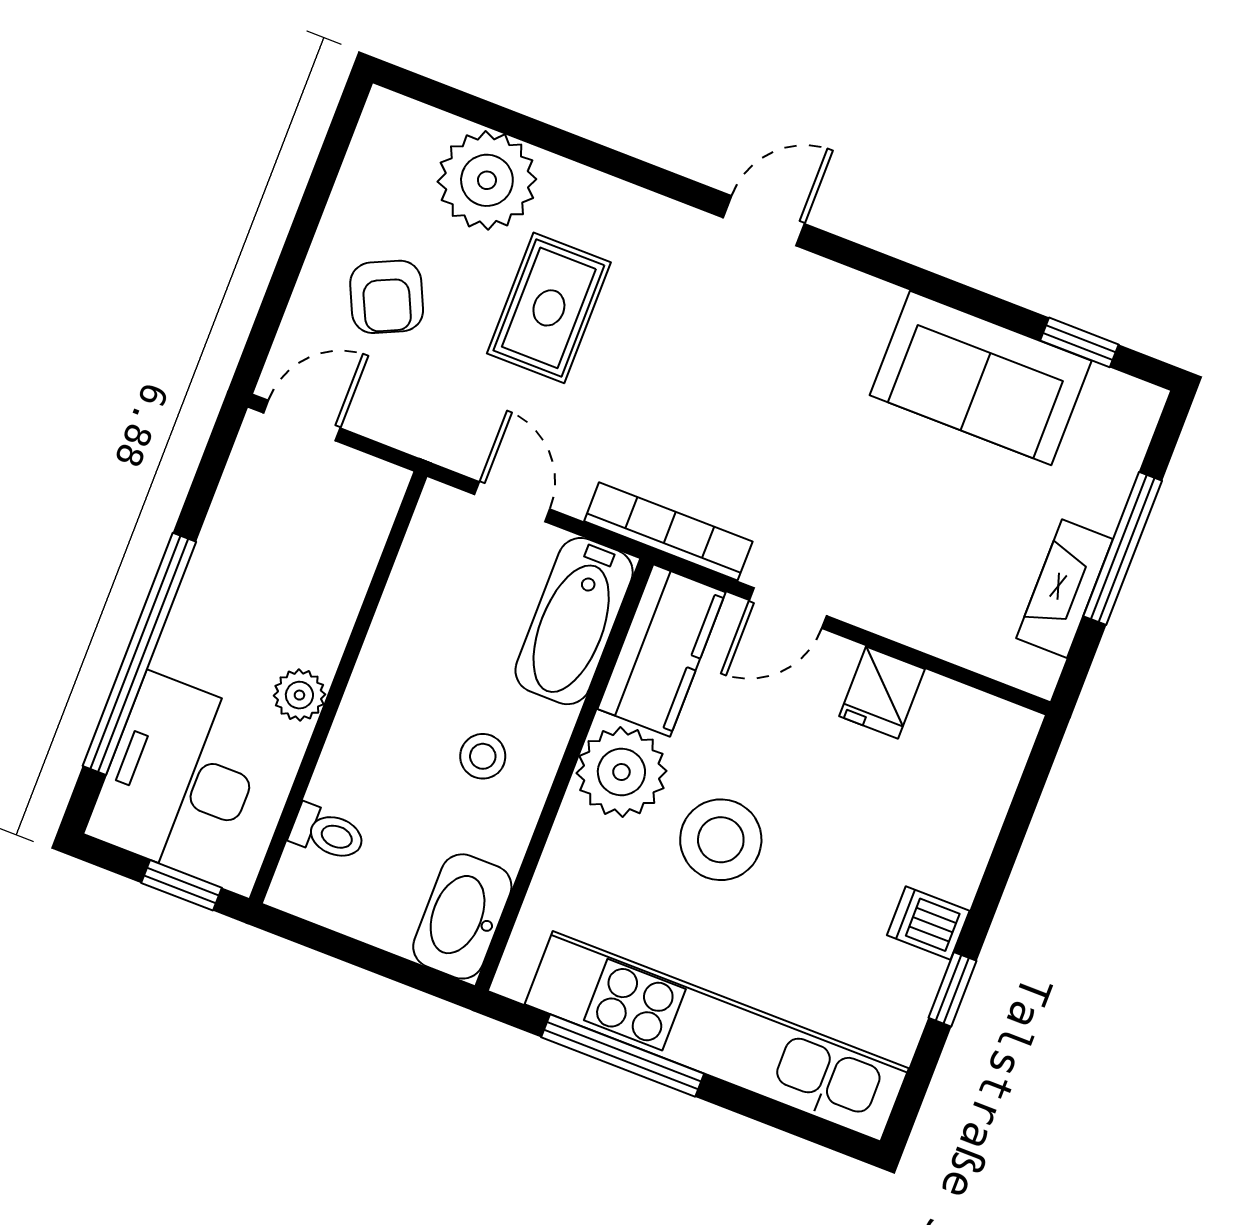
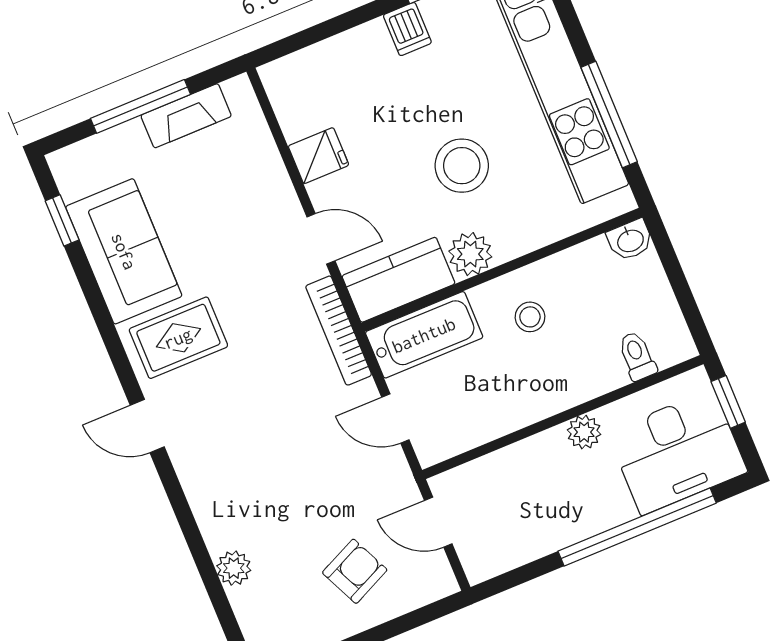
plant: (487, 180) -> (234, 568), width x0.53, depth x0.53
rug: (549, 308) -> (178, 338), moved
door: (302, 421) -> (438, 522), moved
door: (512, 502) -> (395, 418), hinge flipped
plant: (621, 772) -> (470, 254), width x0.73, depth x0.73
washbasin: (462, 916) -> (630, 240), width x0.52, depth x0.69

